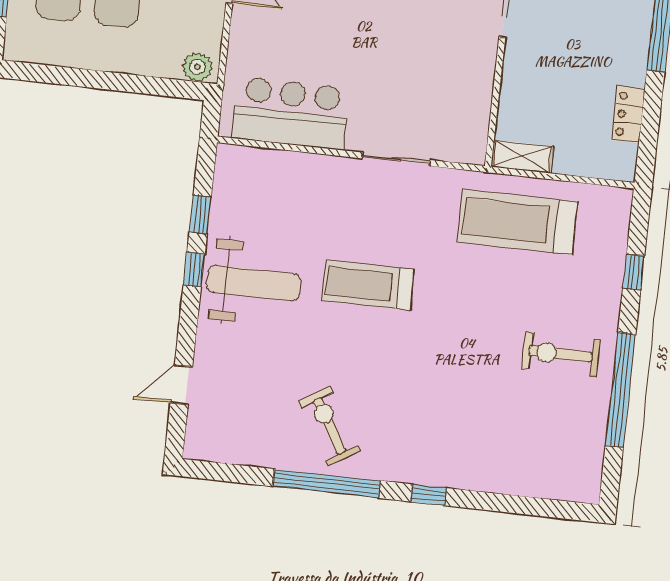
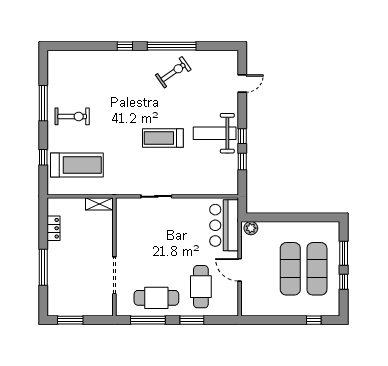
bar counter: (291, 113) -> (224, 225), moved, turned 90
treadmill: (517, 222) -> (77, 165), moved
treadmill: (368, 285) -> (163, 138), turned 180
window: (621, 390) -> (43, 103), width x0.68
exercise bike: (329, 426) -> (173, 72), turned -94

